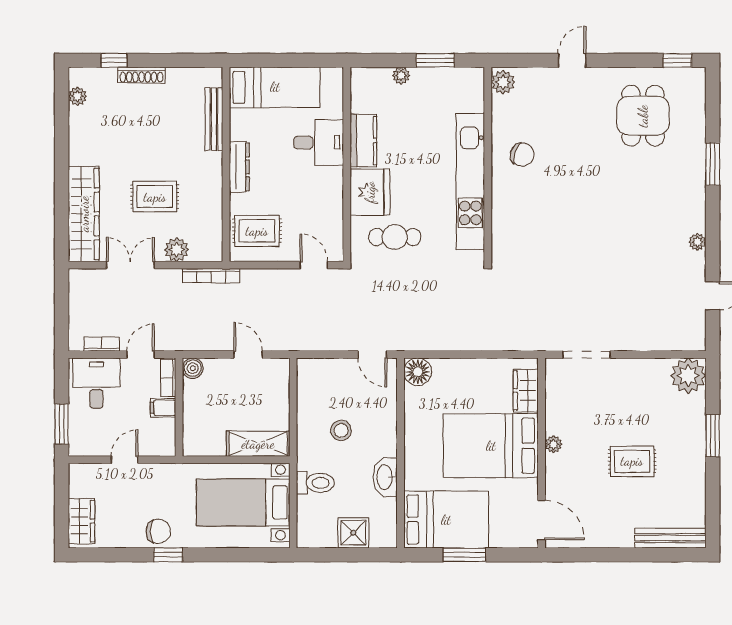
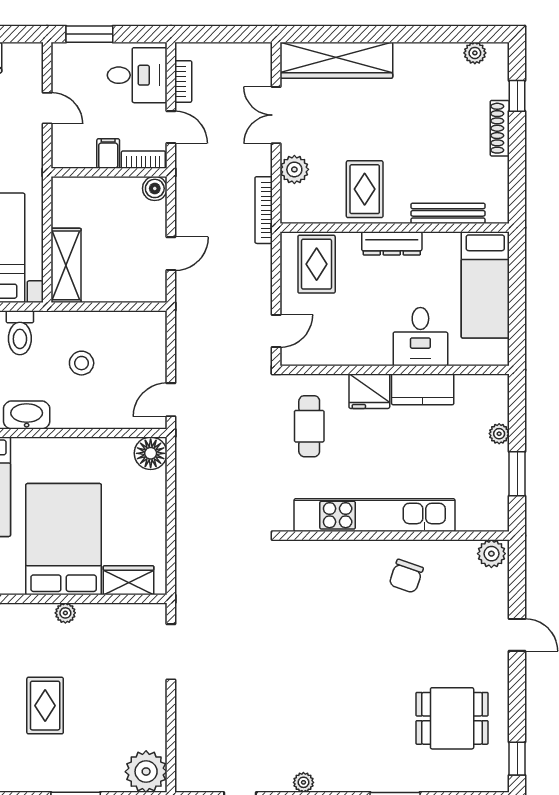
fridge: (370, 192) -> (369, 391), width x0.73, depth x0.75
rug: (155, 197) -> (365, 189), moved
double door: (130, 265) -> (276, 115), swing flipped

